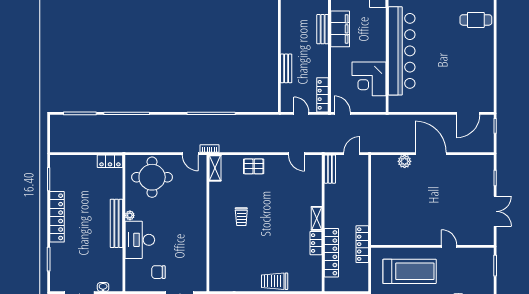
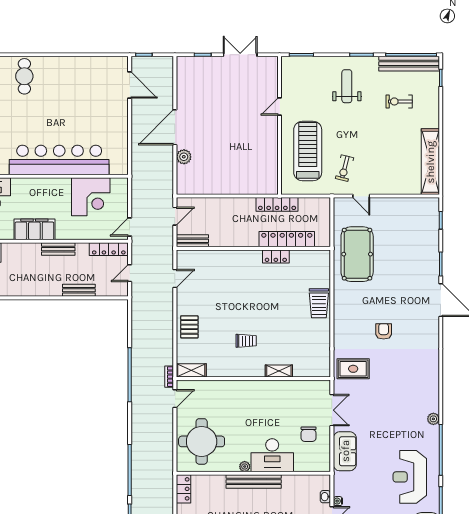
bench: (323, 29) -> (58, 249), moved
door: (352, 154) -> (175, 216), swing flipped
shelving: (317, 218) -> (279, 371), moved

